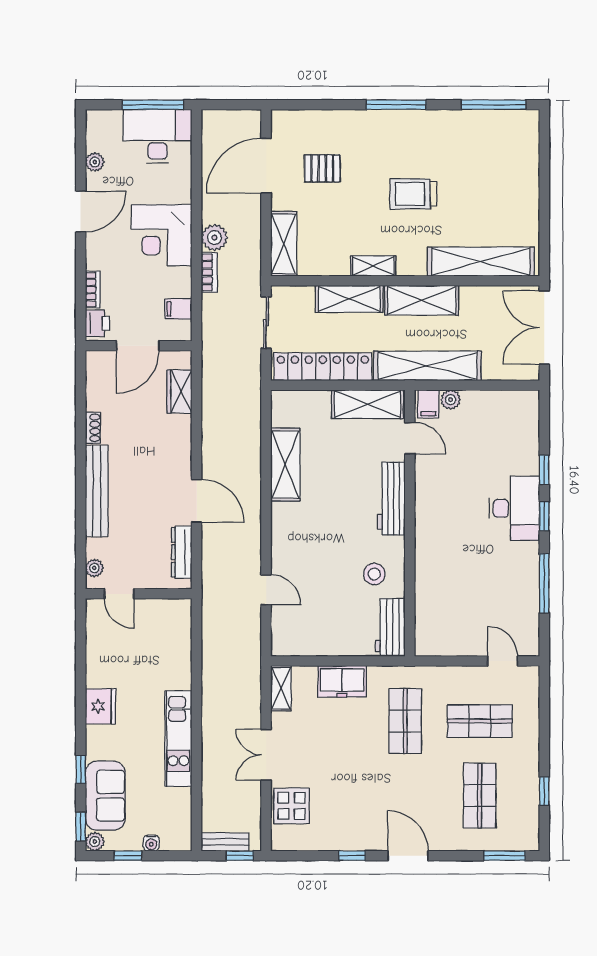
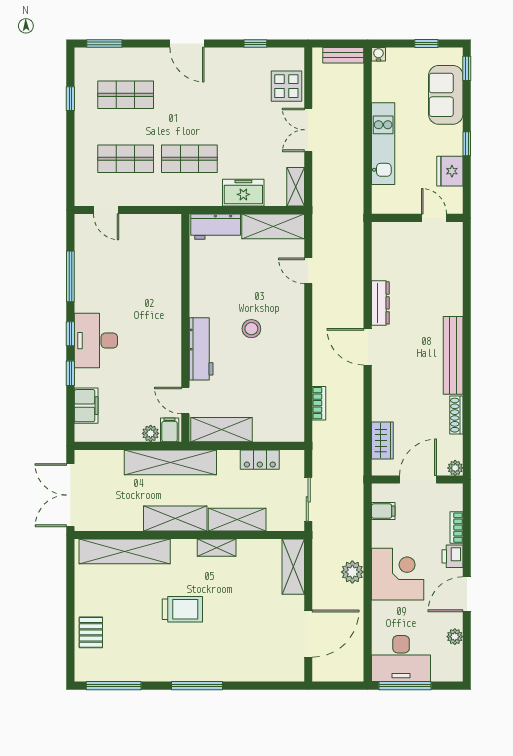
pallet: (322, 168) -> (91, 632), moved, turned 90
bookcase: (209, 273) -> (319, 403), moved, turned 180
printer: (97, 323) -> (452, 556), moved
double door: (544, 328) -> (70, 495), swing flipped
locker: (323, 367) -> (260, 460), width x0.46, depth x0.83
shoe rack: (93, 428) -> (456, 415), width x1.43
filing cabinet: (526, 432) -> (86, 406), added
shelving: (285, 465) -> (273, 226), moved, turned 90
plant: (94, 568) -> (455, 468), moved
stool: (374, 574) -> (251, 329), moved
door: (119, 594) -> (434, 218), moved
wall: (139, 594) -> (417, 218), moved
workbench: (390, 627) -> (216, 227), moved, turned 90
shop shelf: (405, 721) -> (189, 159), turned 90
double door: (266, 755) -> (308, 130), swing flipped
window: (81, 769) -> (467, 144), moved
shop shelf: (480, 796) -> (126, 95), turned 90
plant: (95, 842) -> (455, 56), removed
water cooler: (151, 843) -> (378, 54), moved
window: (240, 856) -> (331, 44), removed
window: (352, 856) -> (255, 44), moved

